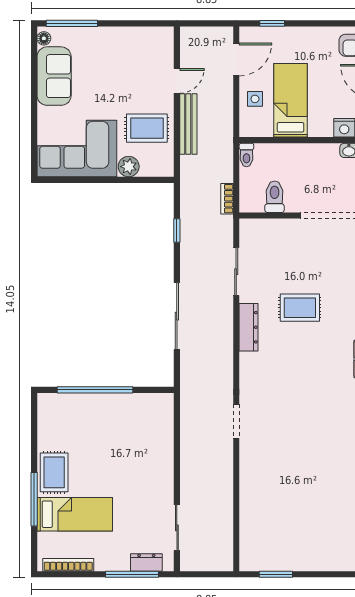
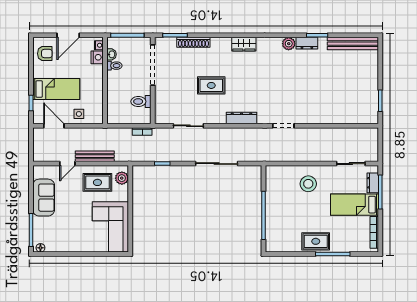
sofa: (54, 76) -> (44, 198), moved, turned 90
door: (177, 81) -> (67, 164), swing flipped
bed: (291, 100) -> (56, 89), moved, turned 180
rug: (147, 128) -> (97, 182), turned 90
toilet: (246, 155) -> (114, 66), moved
plant: (129, 167) -> (122, 178), moved
rug: (300, 308) -> (211, 85), turned 90
dresser: (249, 327) -> (242, 118), moved
stool: (145, 461) -> (308, 184), added
bed: (75, 514) -> (355, 205), moved, turned -90

